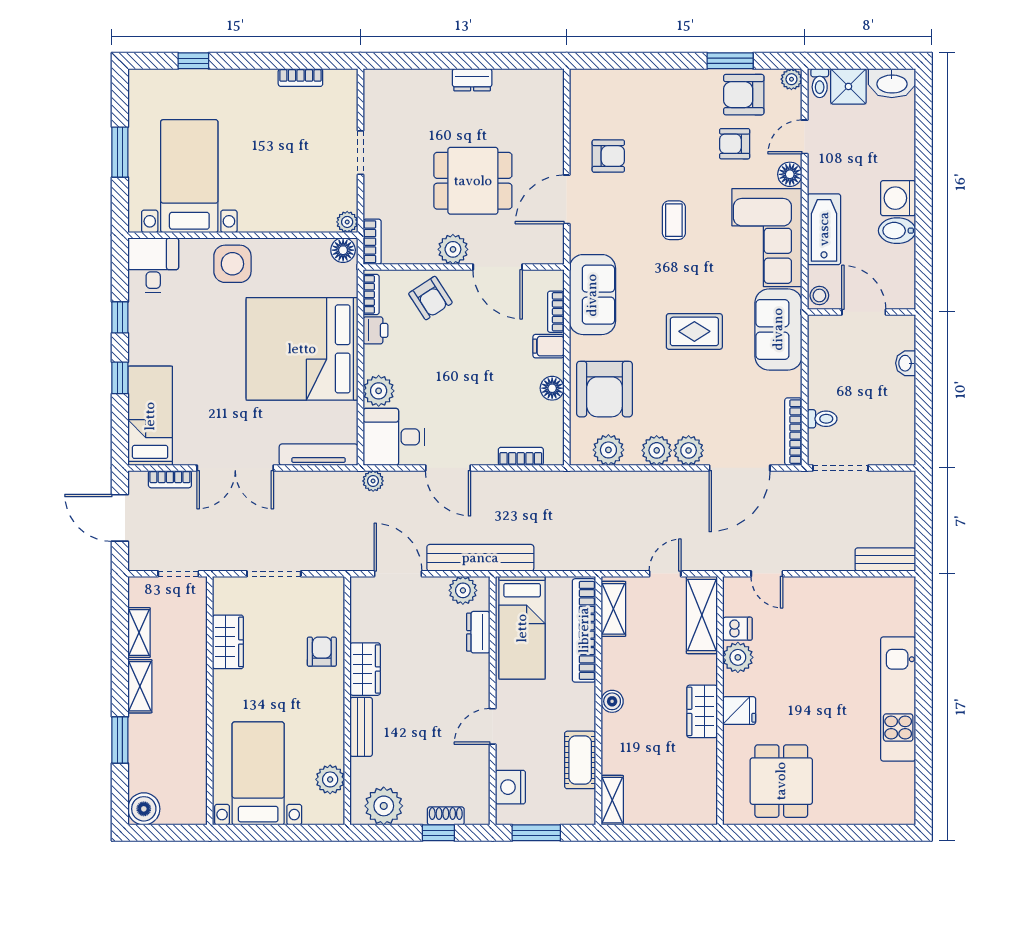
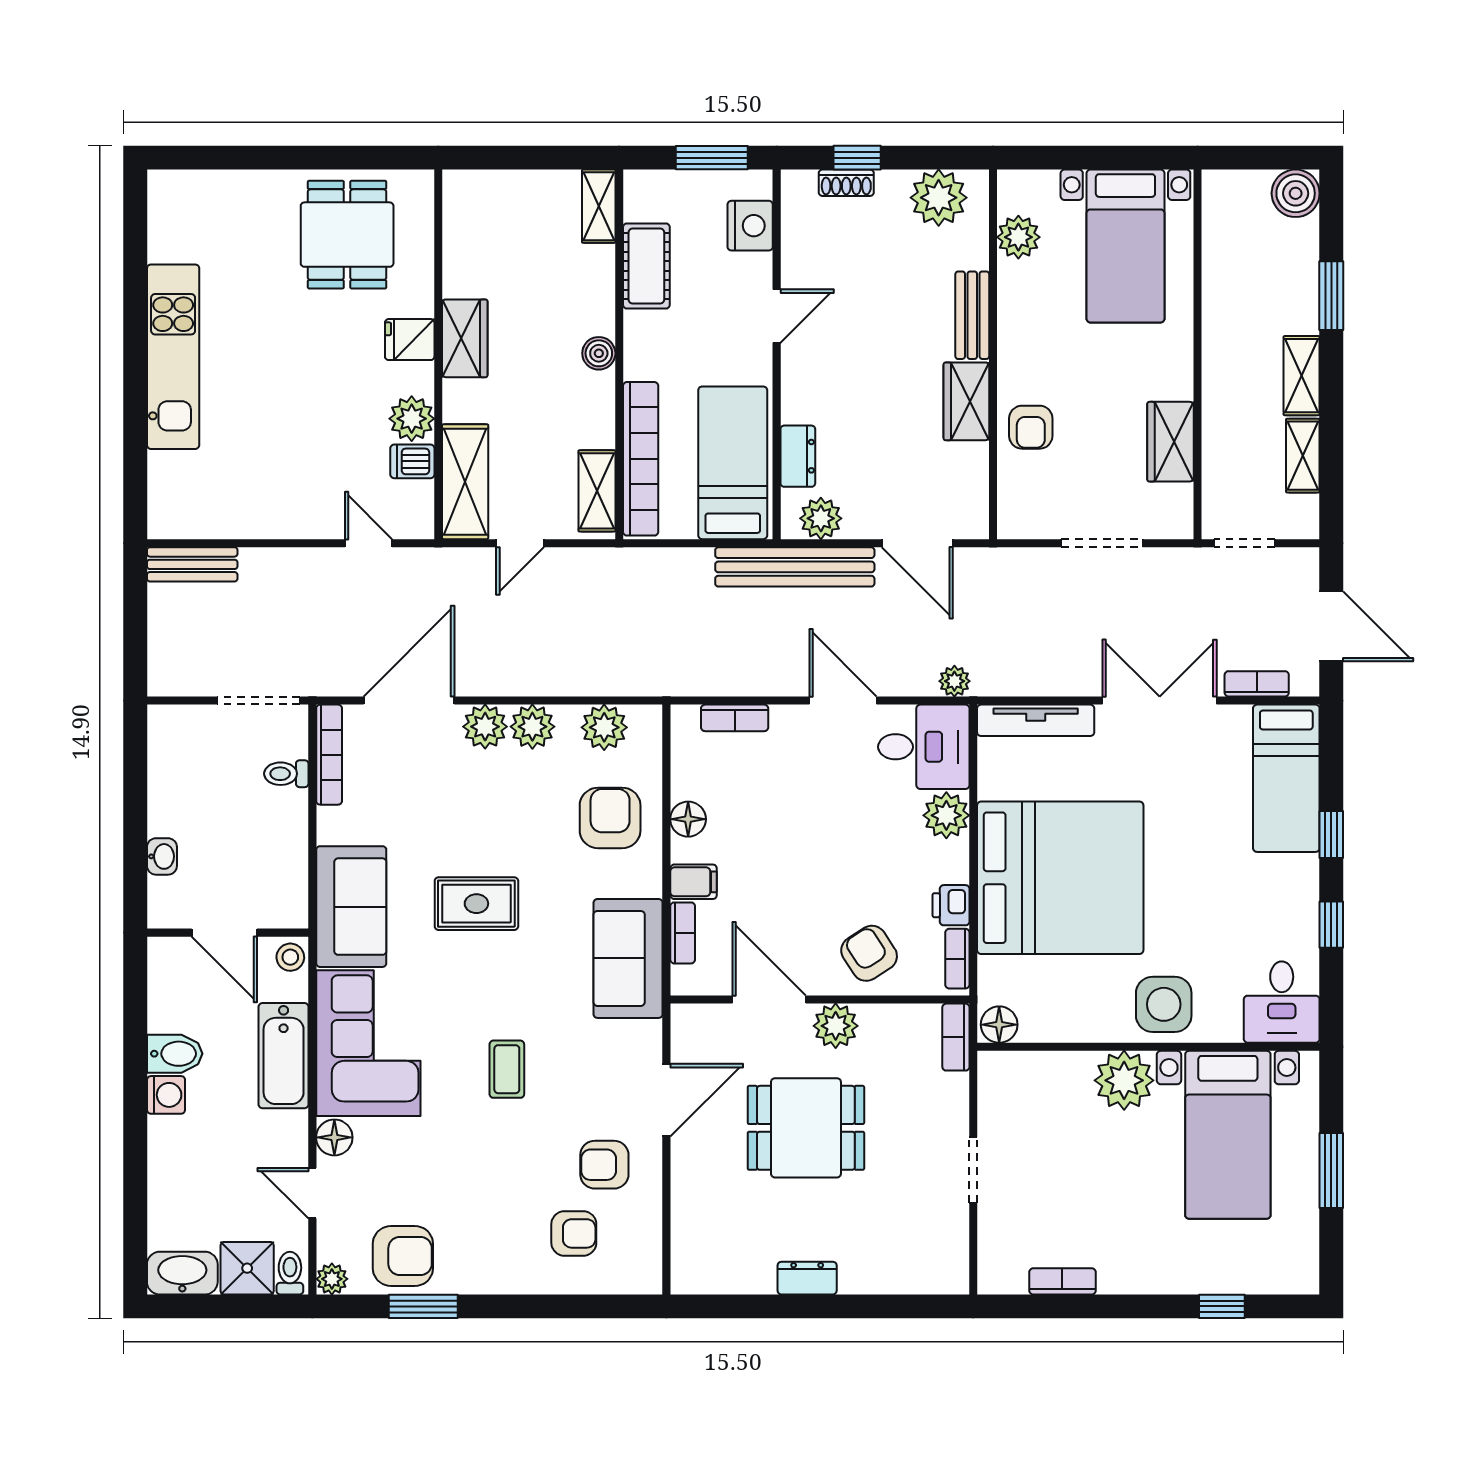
door: (805, 137) -> (312, 1193), swing flipped
armchair: (735, 144) -> (574, 1233), moved
washing machine: (898, 198) -> (166, 1095), width x0.73, depth x0.73
plant: (347, 222) -> (1124, 1080), moved, width x1.87, depth x1.87
armchair: (605, 389) -> (610, 818), width x0.73, depth x0.73

